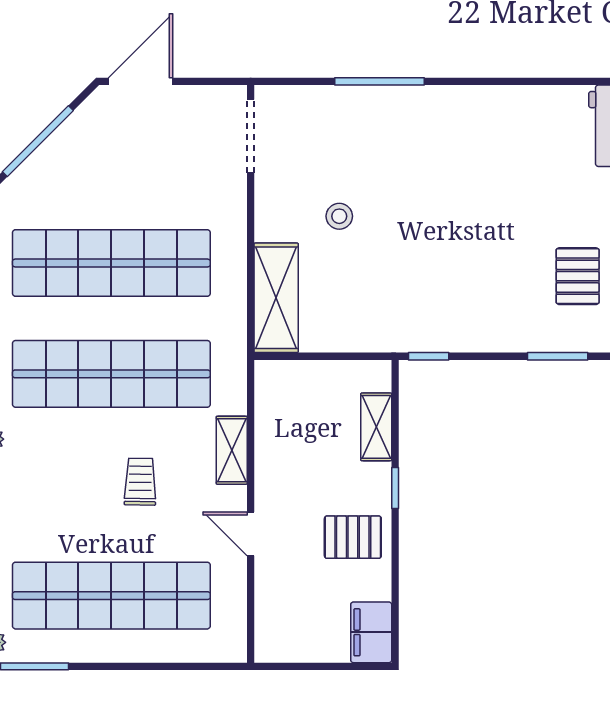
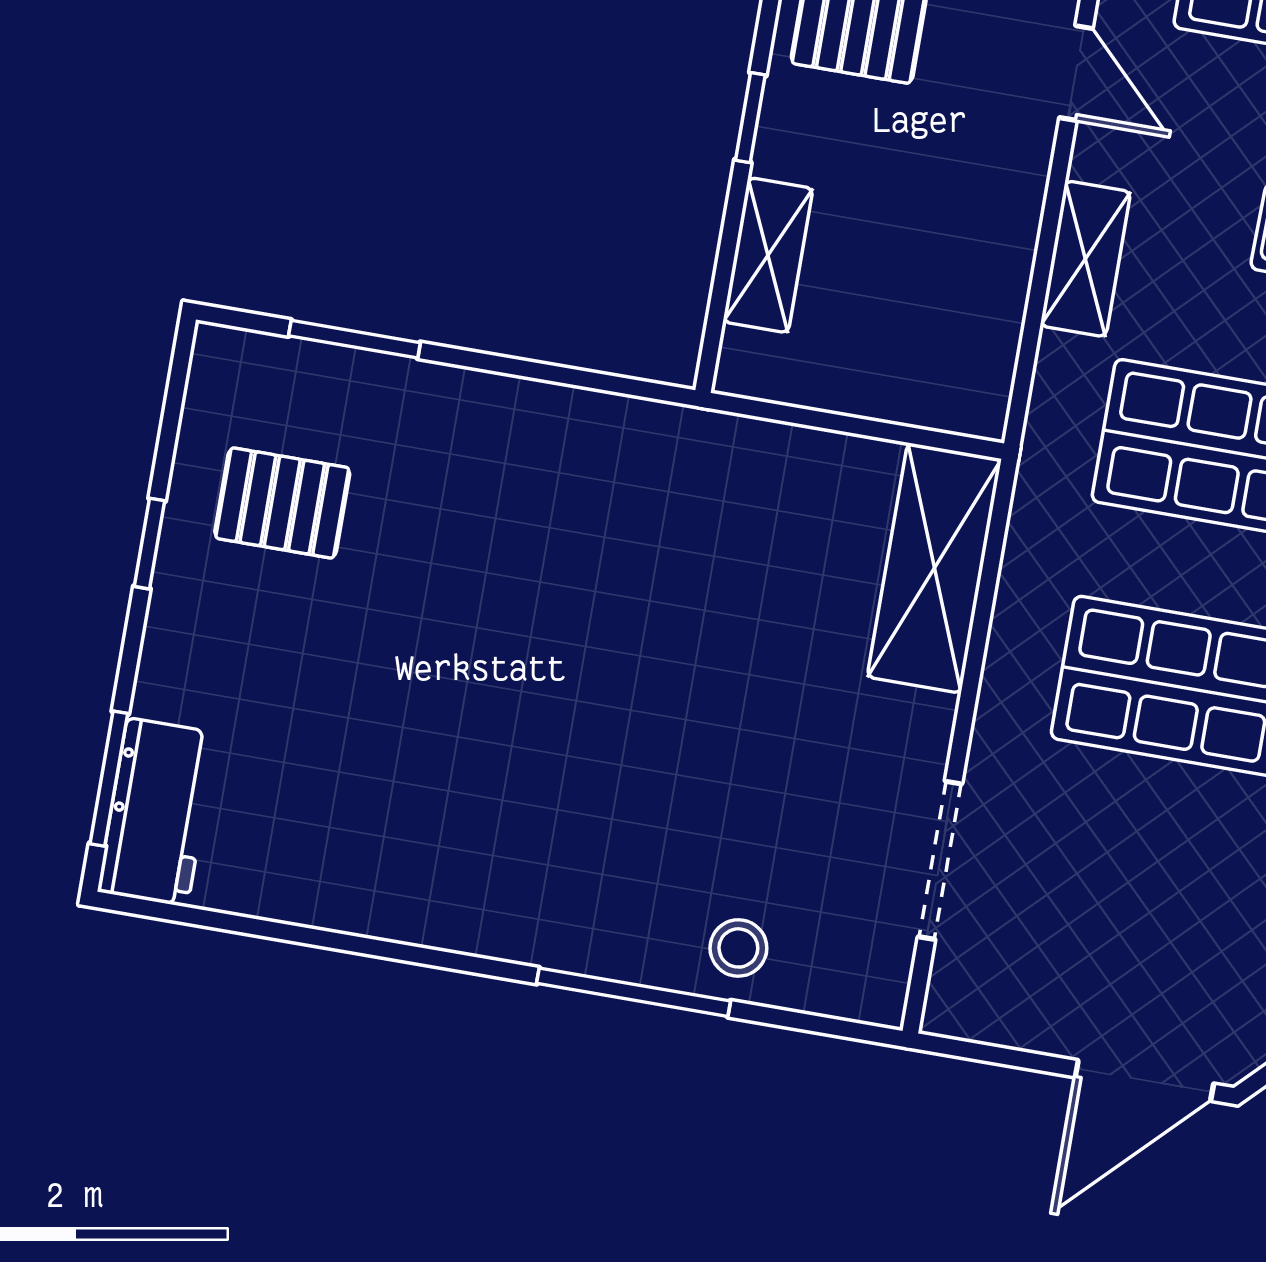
doorway: (251, 136) -> (940, 860), moved
stool: (339, 216) -> (738, 948), moved
pallet: (578, 276) -> (282, 503), turned 90
window: (429, 356) -> (630, 387), removed

